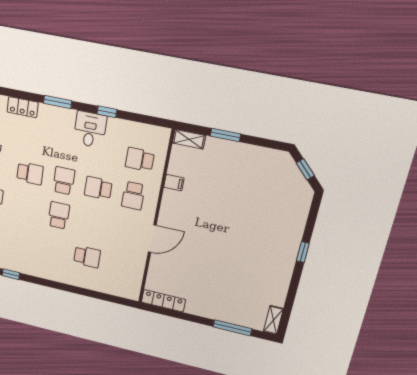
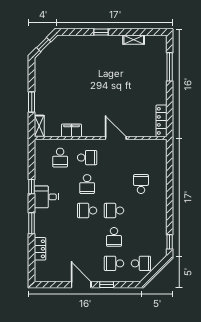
school desk: (30, 173) -> (114, 237), moved, turned 180
filing cabinet: (174, 183) -> (71, 130), width x2.00
shelving: (273, 320) -> (134, 40), moved

